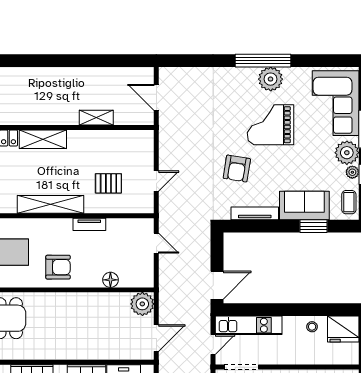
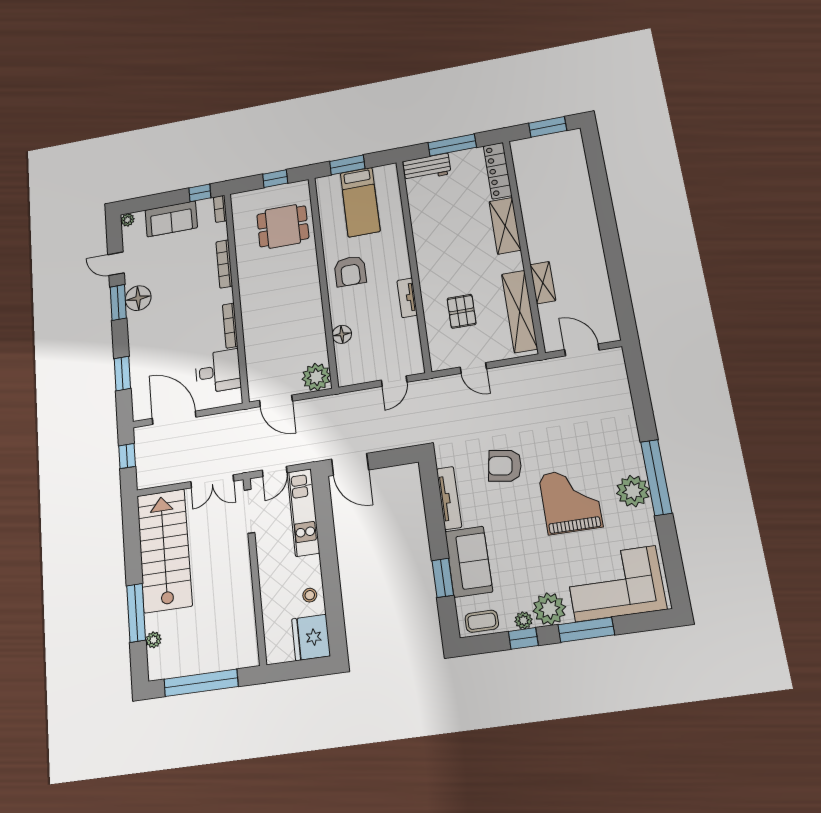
door: (156, 97) -> (582, 350), hinge flipped
shelving: (51, 204) -> (520, 311), moved
door: (213, 345) -> (275, 471), hinge flipped

